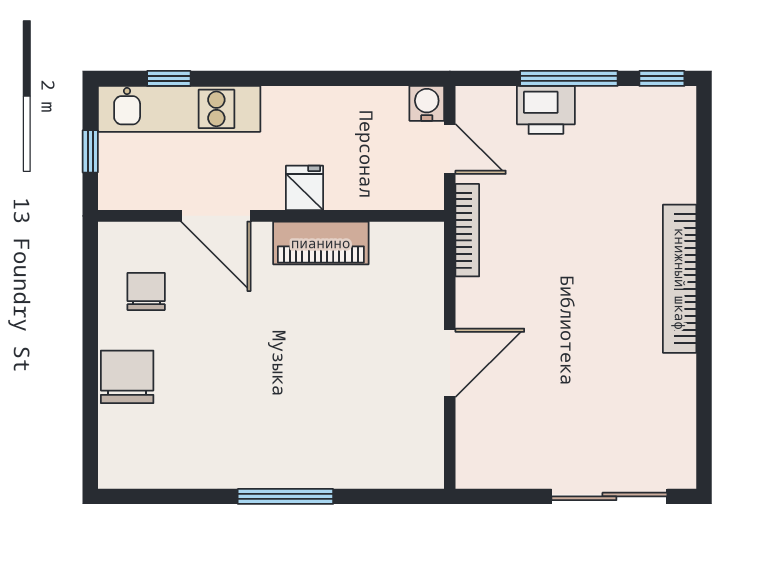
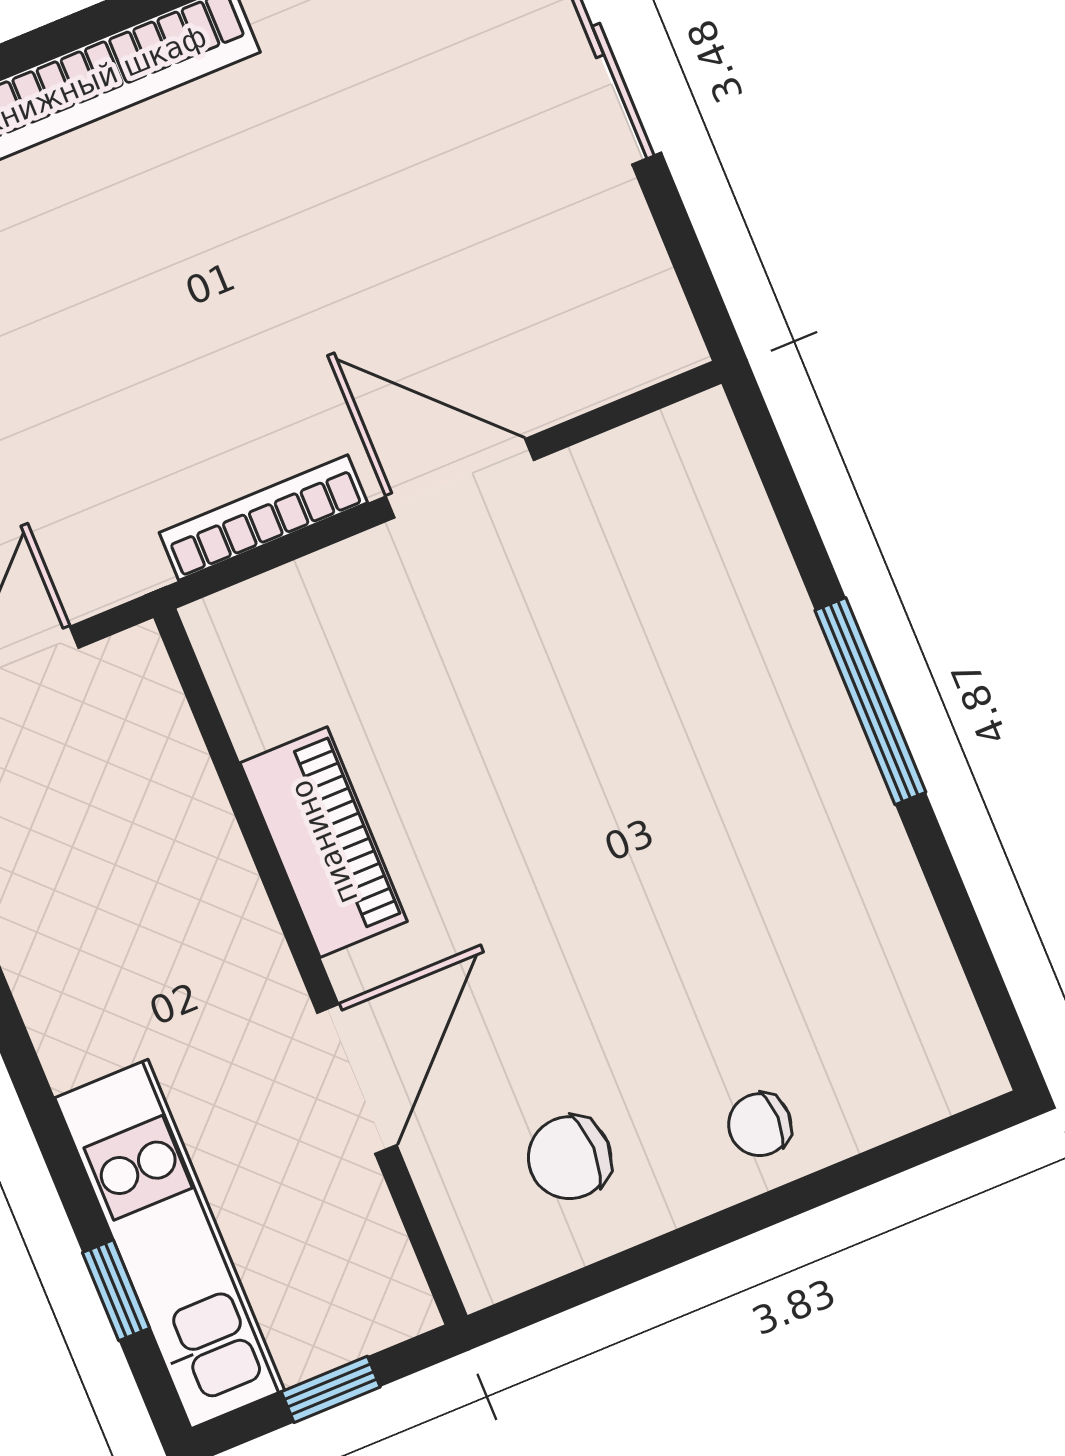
fridge: (304, 188) -> (225, 922), removed
bookcase: (467, 230) -> (263, 518), moved
chair: (127, 377) -> (760, 1125), width x0.54, depth x0.54

